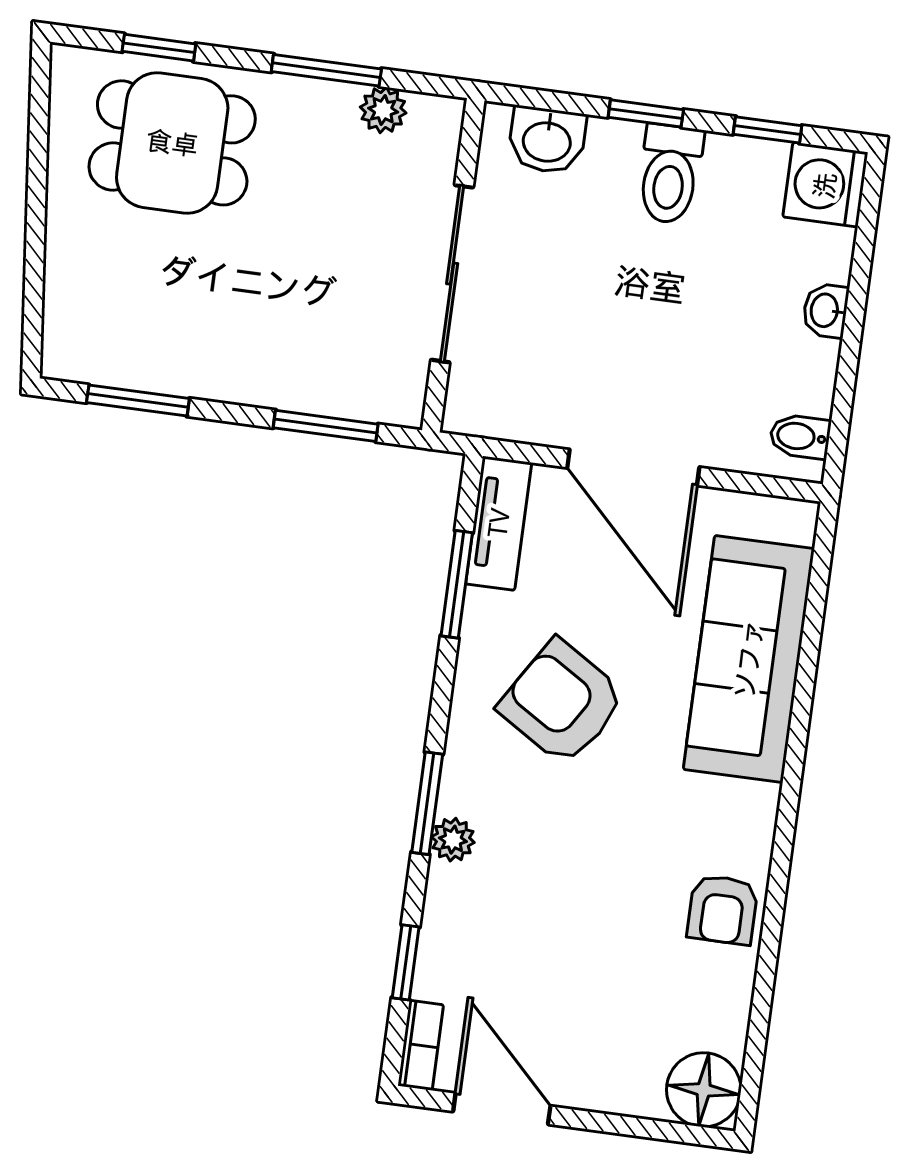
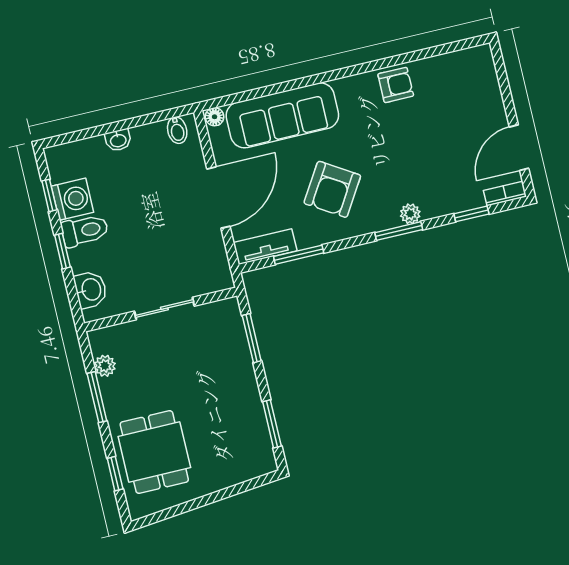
washing machine: (825, 185) -> (72, 199), moved, turned -90
sliding door: (452, 274) -> (164, 309), width x0.73
floor lamp: (704, 1090) -> (215, 117), moved, width x0.53, depth x0.53

